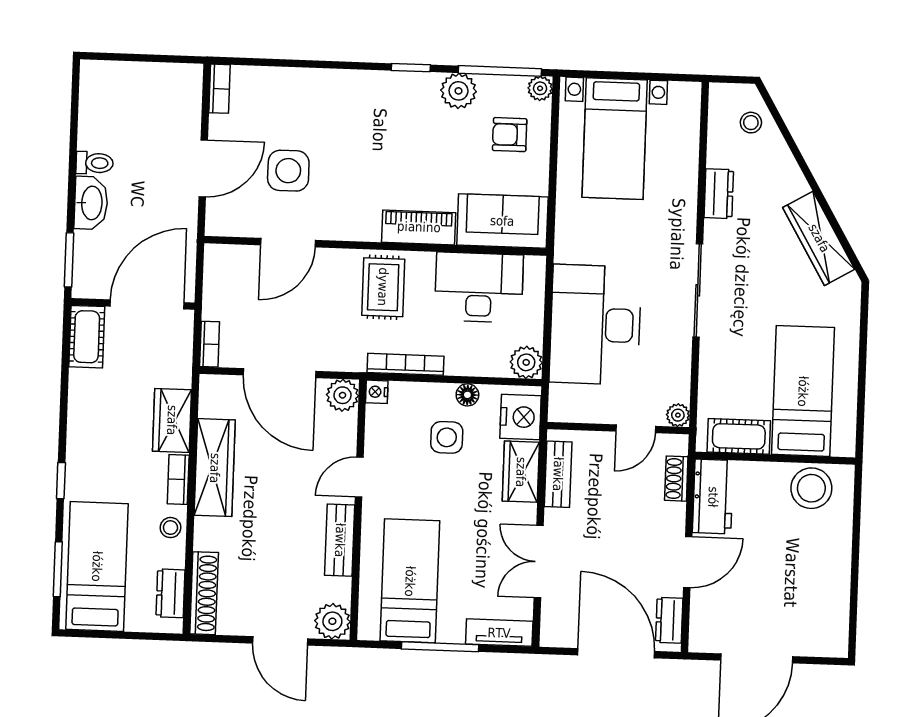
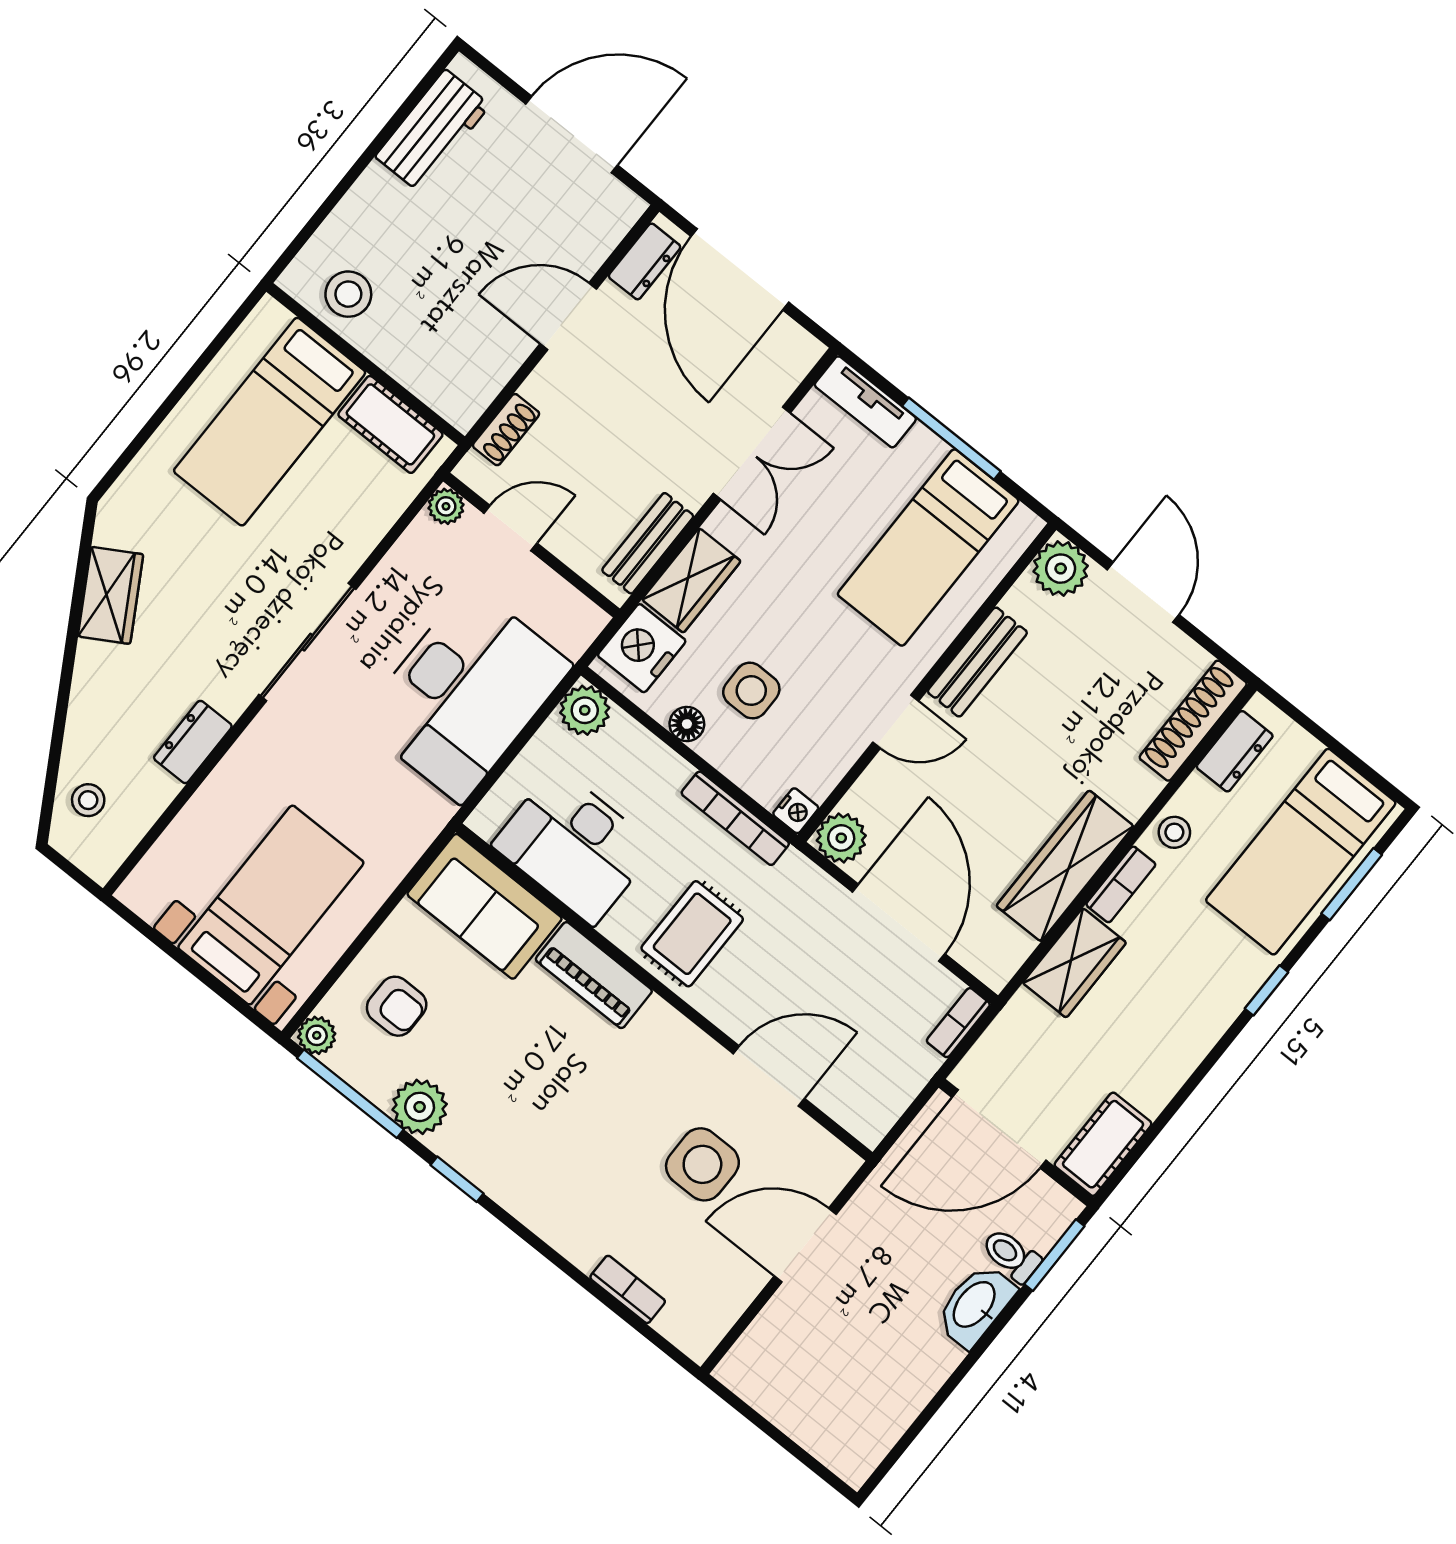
bookcase: (220, 89) -> (628, 1289), moved, turned 90
toilet: (95, 163) -> (1011, 1255), moved
wardrobe: (819, 238) -> (111, 595), width x0.67
stool: (811, 488) -> (348, 294), width x0.73, depth x0.73
workbench: (713, 497) -> (433, 131), moved, turned 180

